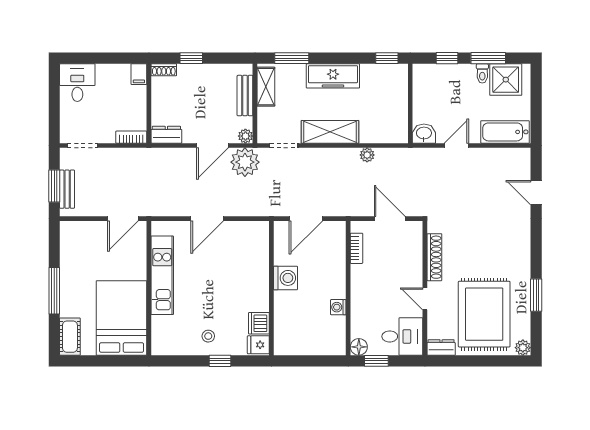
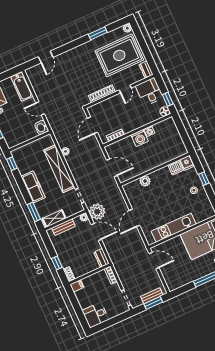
shelving: (330, 132) -> (59, 169), width x1.47
door: (207, 219) -> (135, 218), swing flipped
plant: (260, 263) -> (145, 181), added
washing machine: (285, 278) -> (140, 138), moved, turned 180

